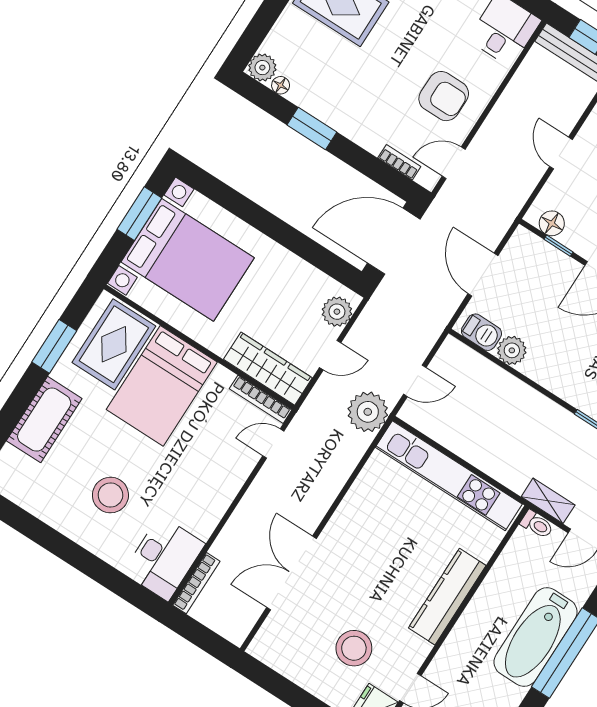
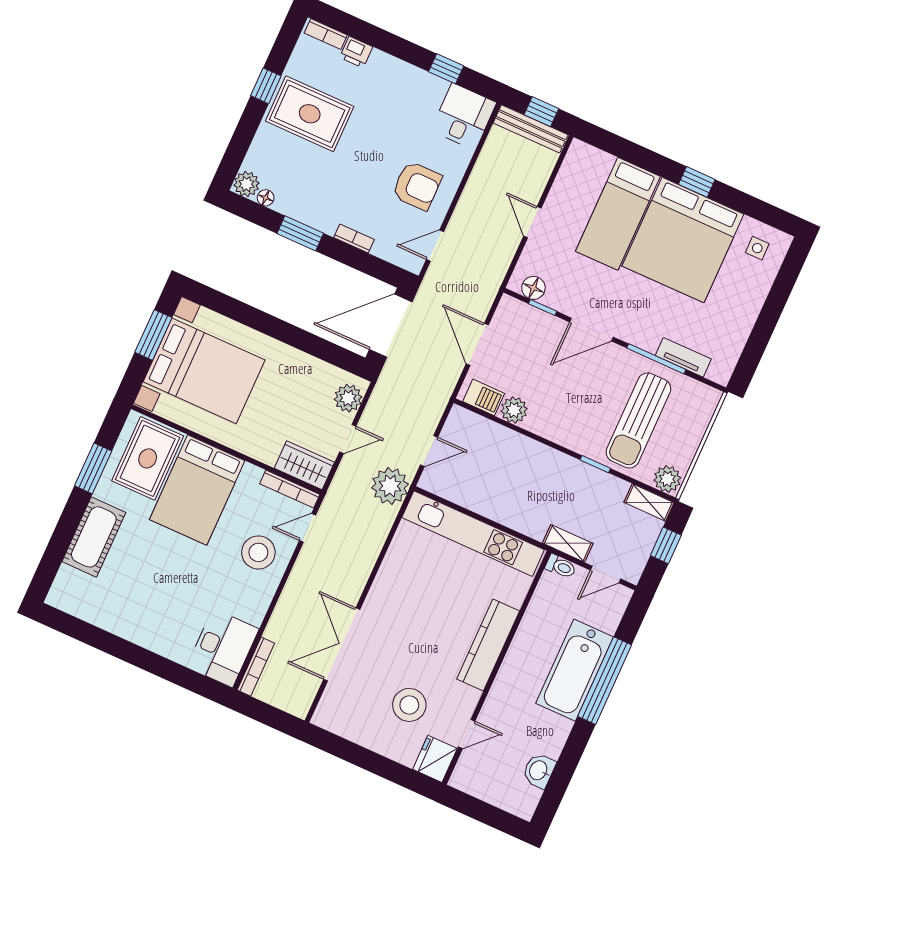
bookcase: (399, 162) -> (354, 238), moved
wardrobe: (268, 369) -> (304, 465), width x0.67
stool: (110, 495) -> (258, 552), moved

